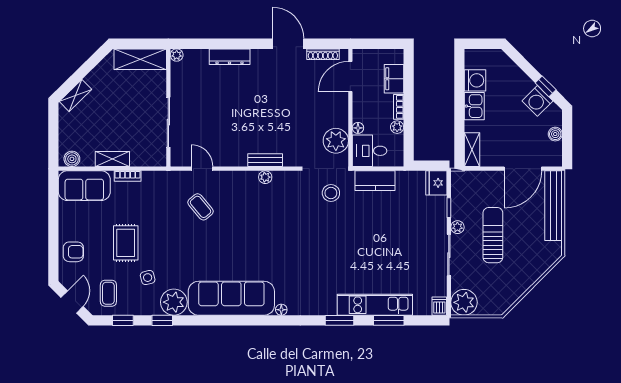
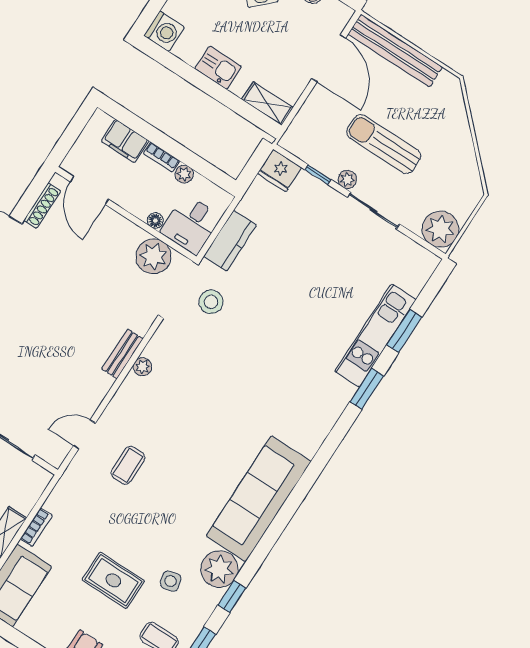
washing machine: (475, 80) -> (164, 31), moved, turned 90
coffee table: (200, 207) -> (128, 465), turned -50
dishwasher: (439, 306) -> (426, 261), removed
floor lamp: (281, 310) -> (310, 449), removed

